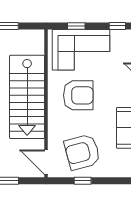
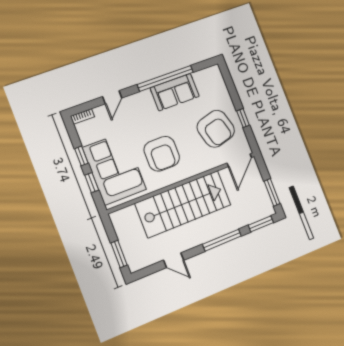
window: (117, 26) -> (81, 156), moved
armchair: (78, 95) -> (162, 154), turned 180

